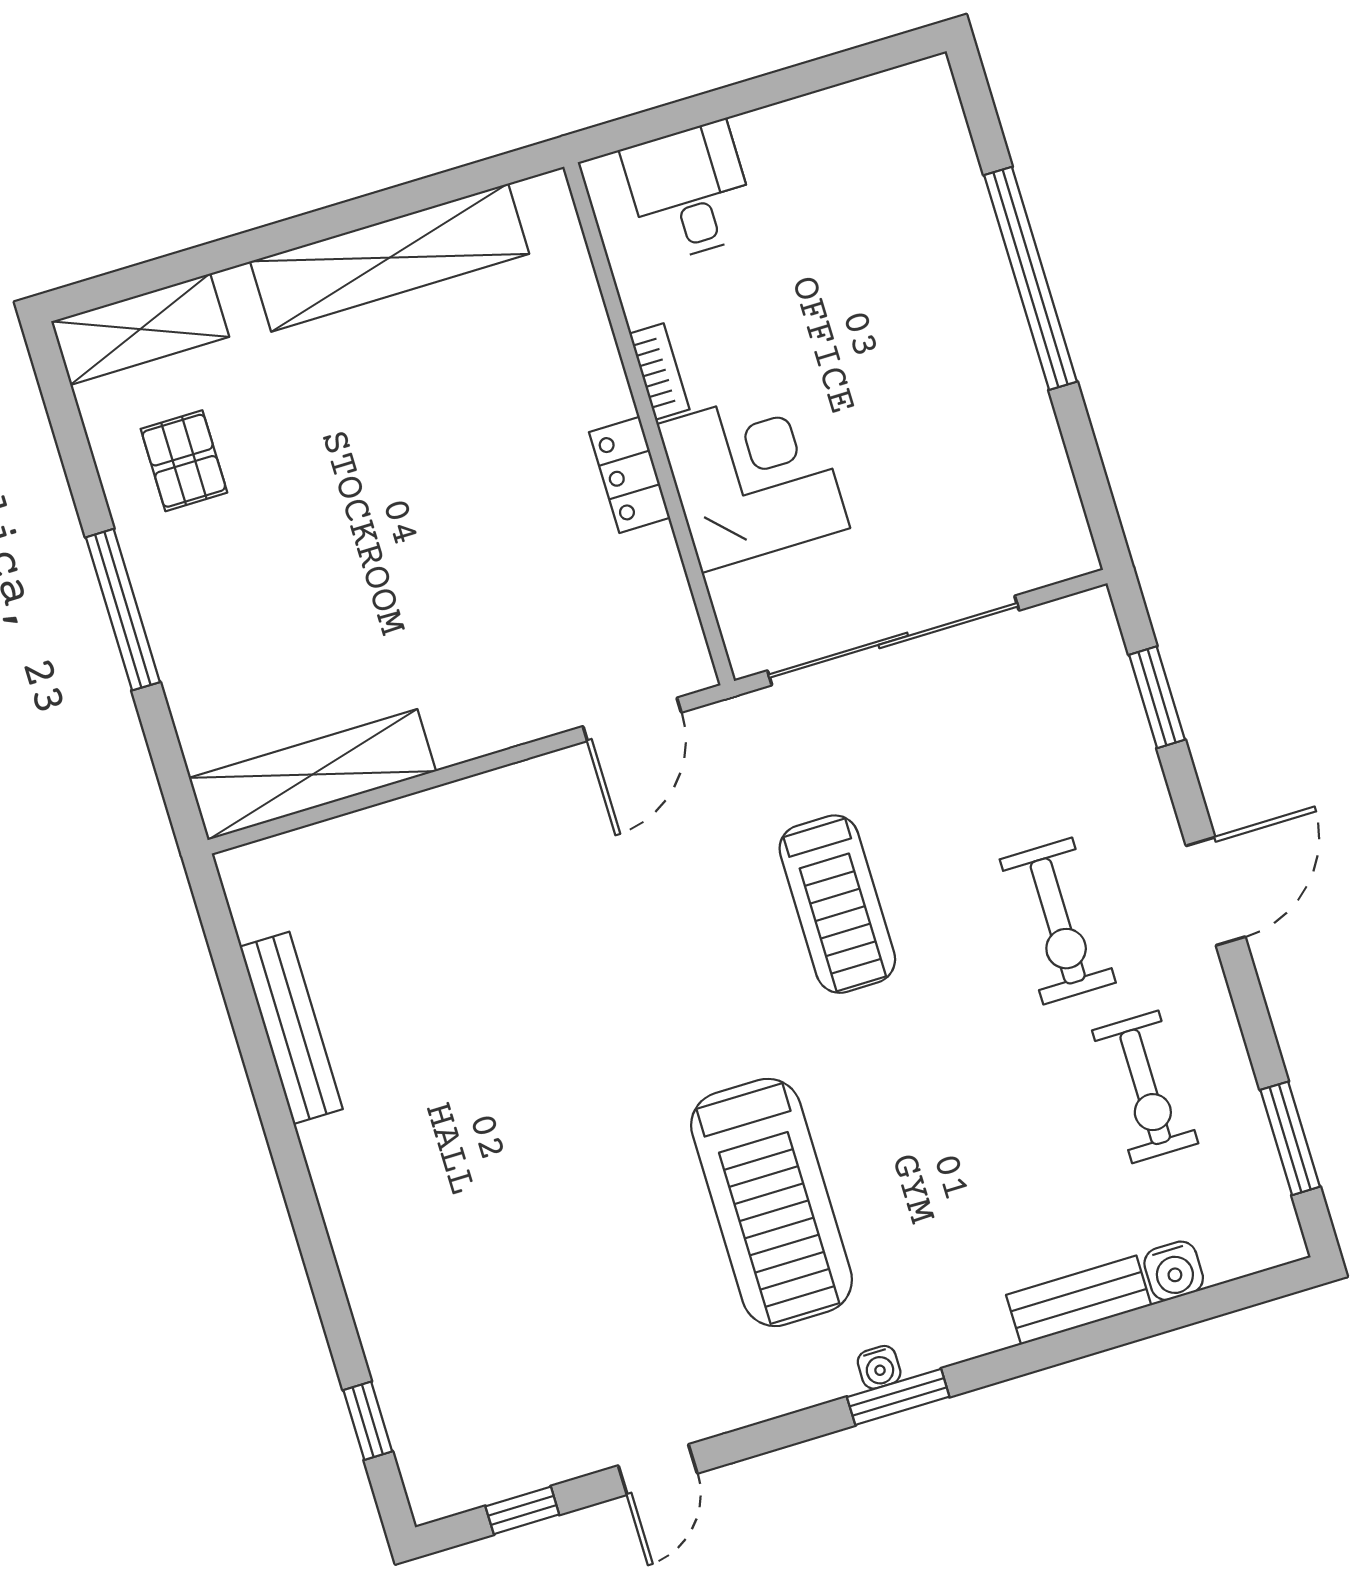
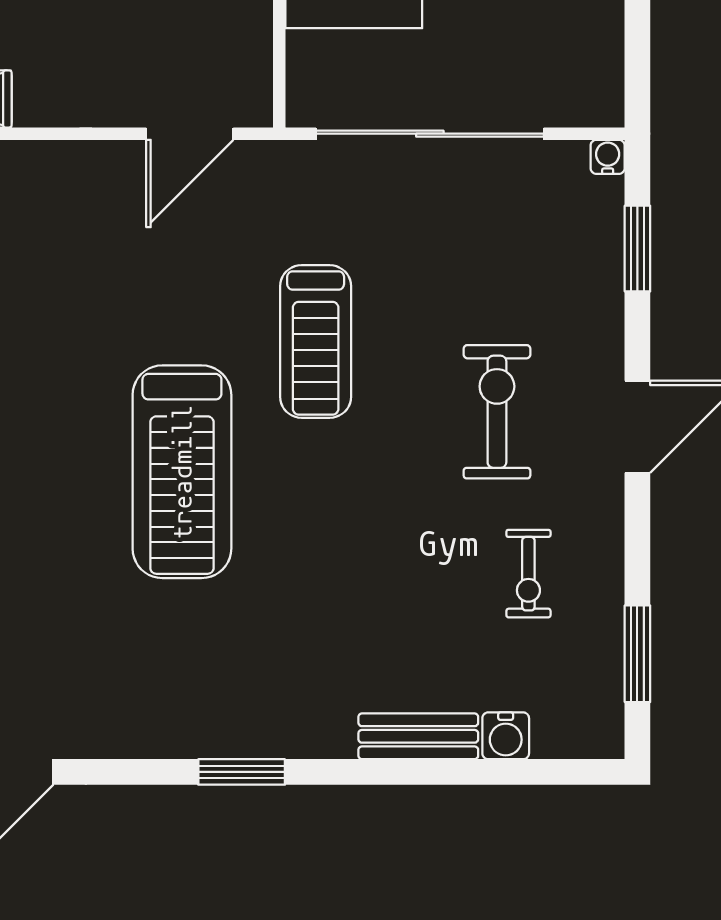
exercise bike: (1058, 921) -> (497, 412), turned 180
exercise bike: (1145, 1087) -> (528, 574), width x0.73, depth x0.72
treadmill: (771, 1202) -> (182, 472), moved
water cooler: (879, 1367) -> (608, 157), moved, turned 180

